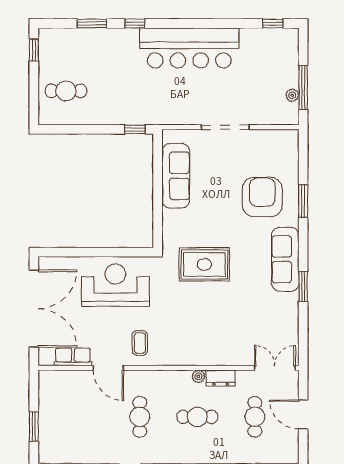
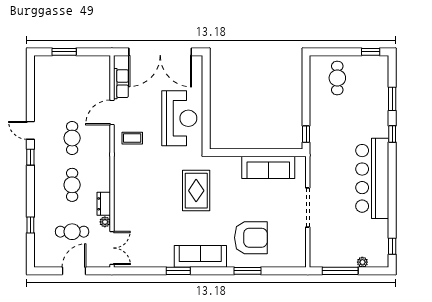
plant: (292, 95) -> (362, 262), moved
plant: (198, 376) -> (105, 222), moved
cafe table: (140, 417) -> (72, 138), turned 90

